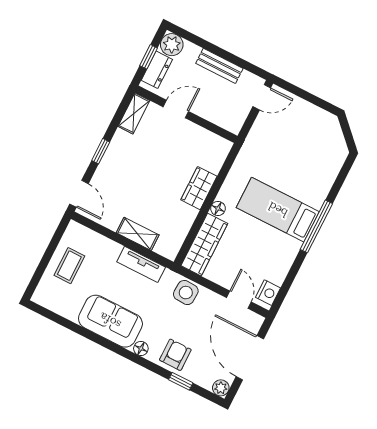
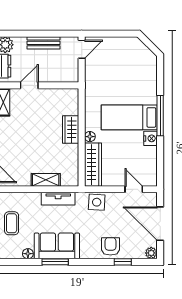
nightstand: (268, 293) -> (151, 138), moved
window: (98, 340) -> (55, 262), added
floor lamp: (141, 348) -> (28, 254), moved

